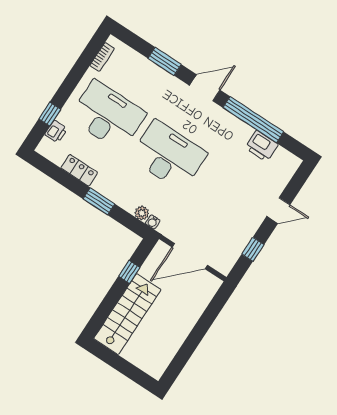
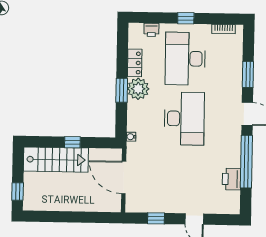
window: (50, 114) -> (186, 18), moved
desk: (108, 116) -> (185, 59), turned 180
plant: (142, 213) -> (138, 89), moved, width x1.87, depth x1.87
window: (129, 272) -> (72, 142), moved
window: (135, 374) -> (18, 191), added

